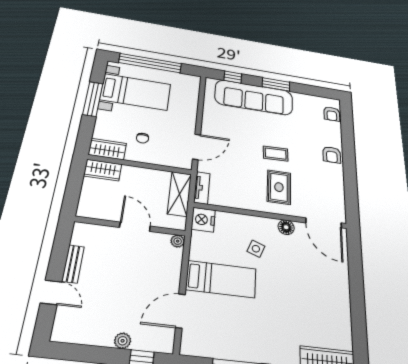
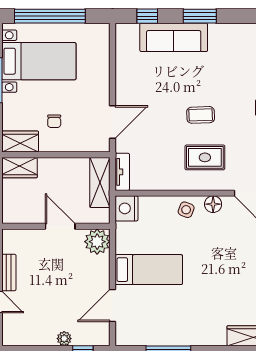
sofa: (254, 97) -> (174, 37), width x0.74, depth x0.79
rug: (279, 187) -> (205, 157), turned 90
plant: (178, 241) -> (97, 242), width x1.88, depth x1.88
side table: (256, 249) -> (186, 210), moved

